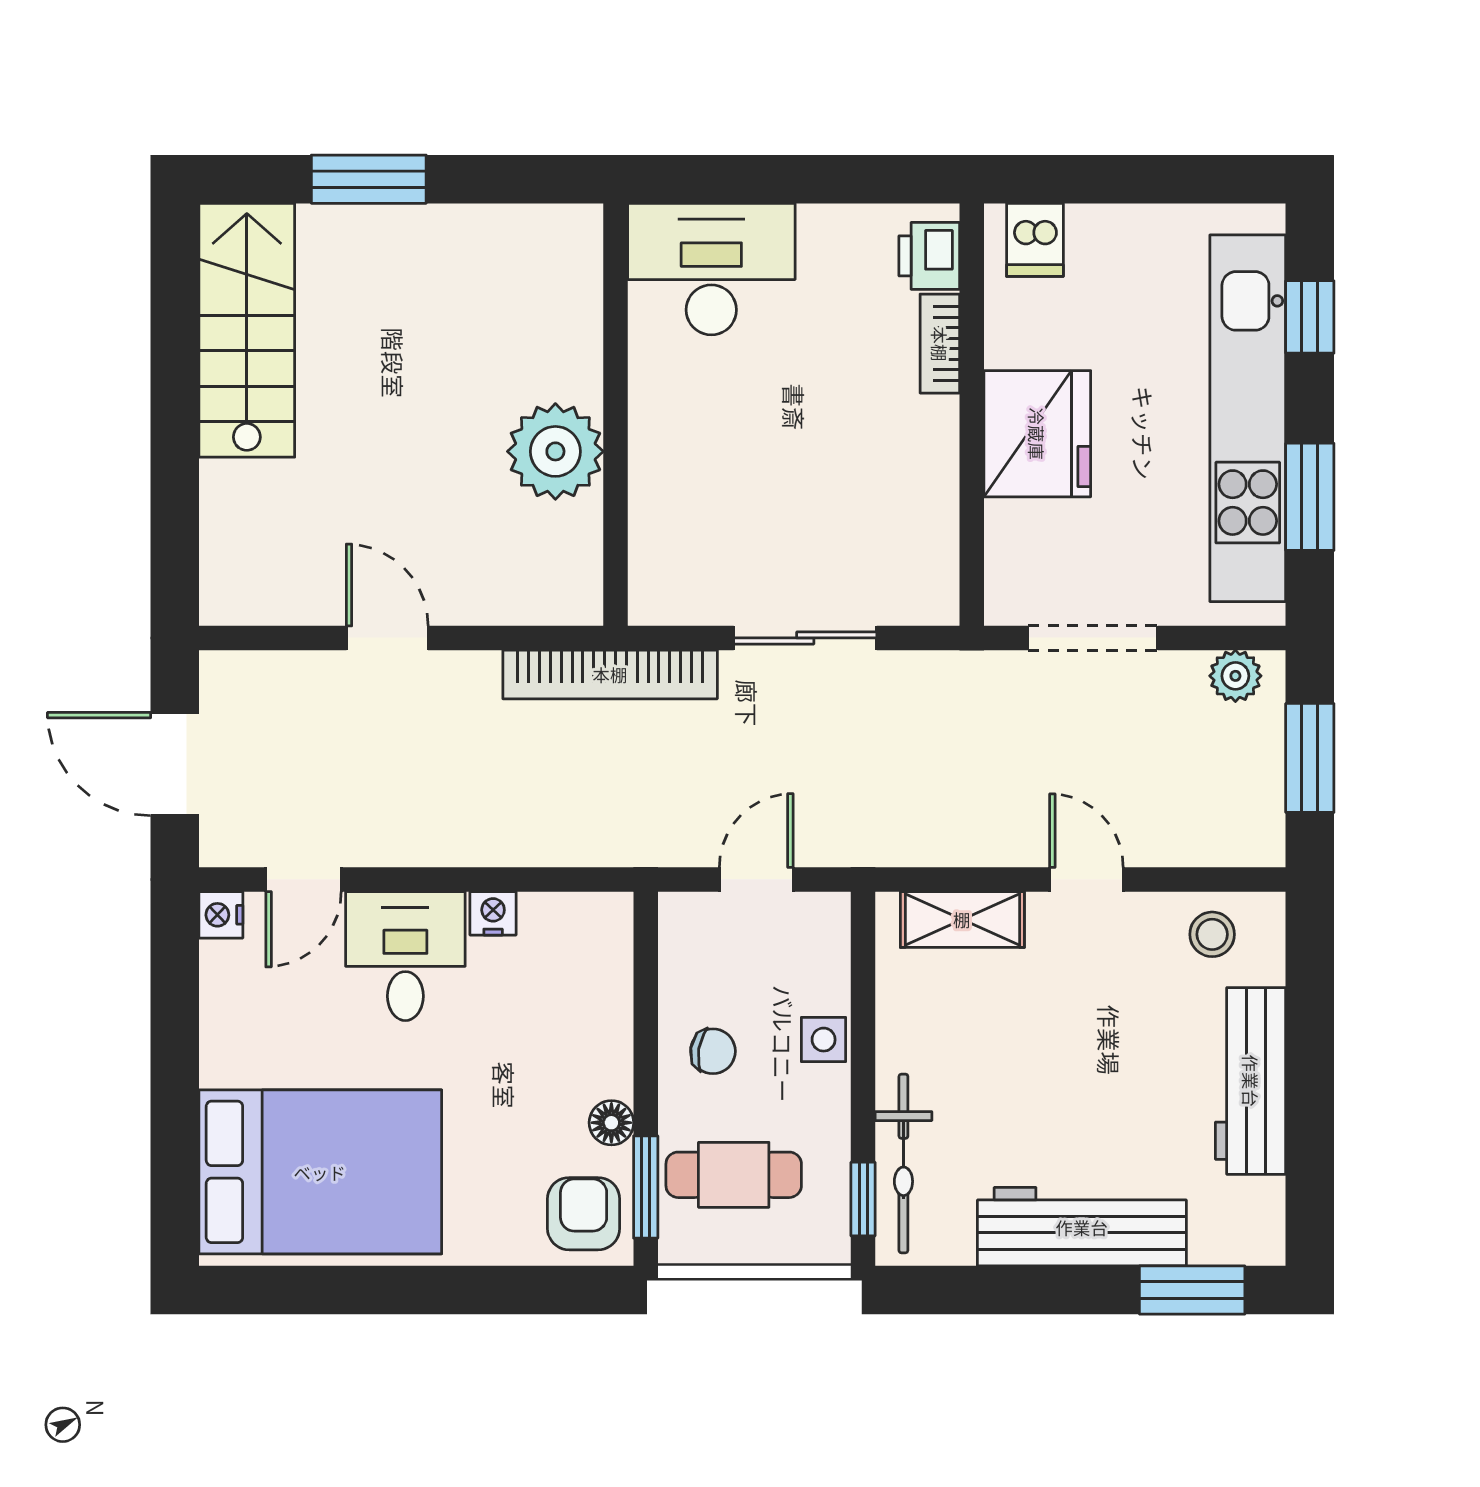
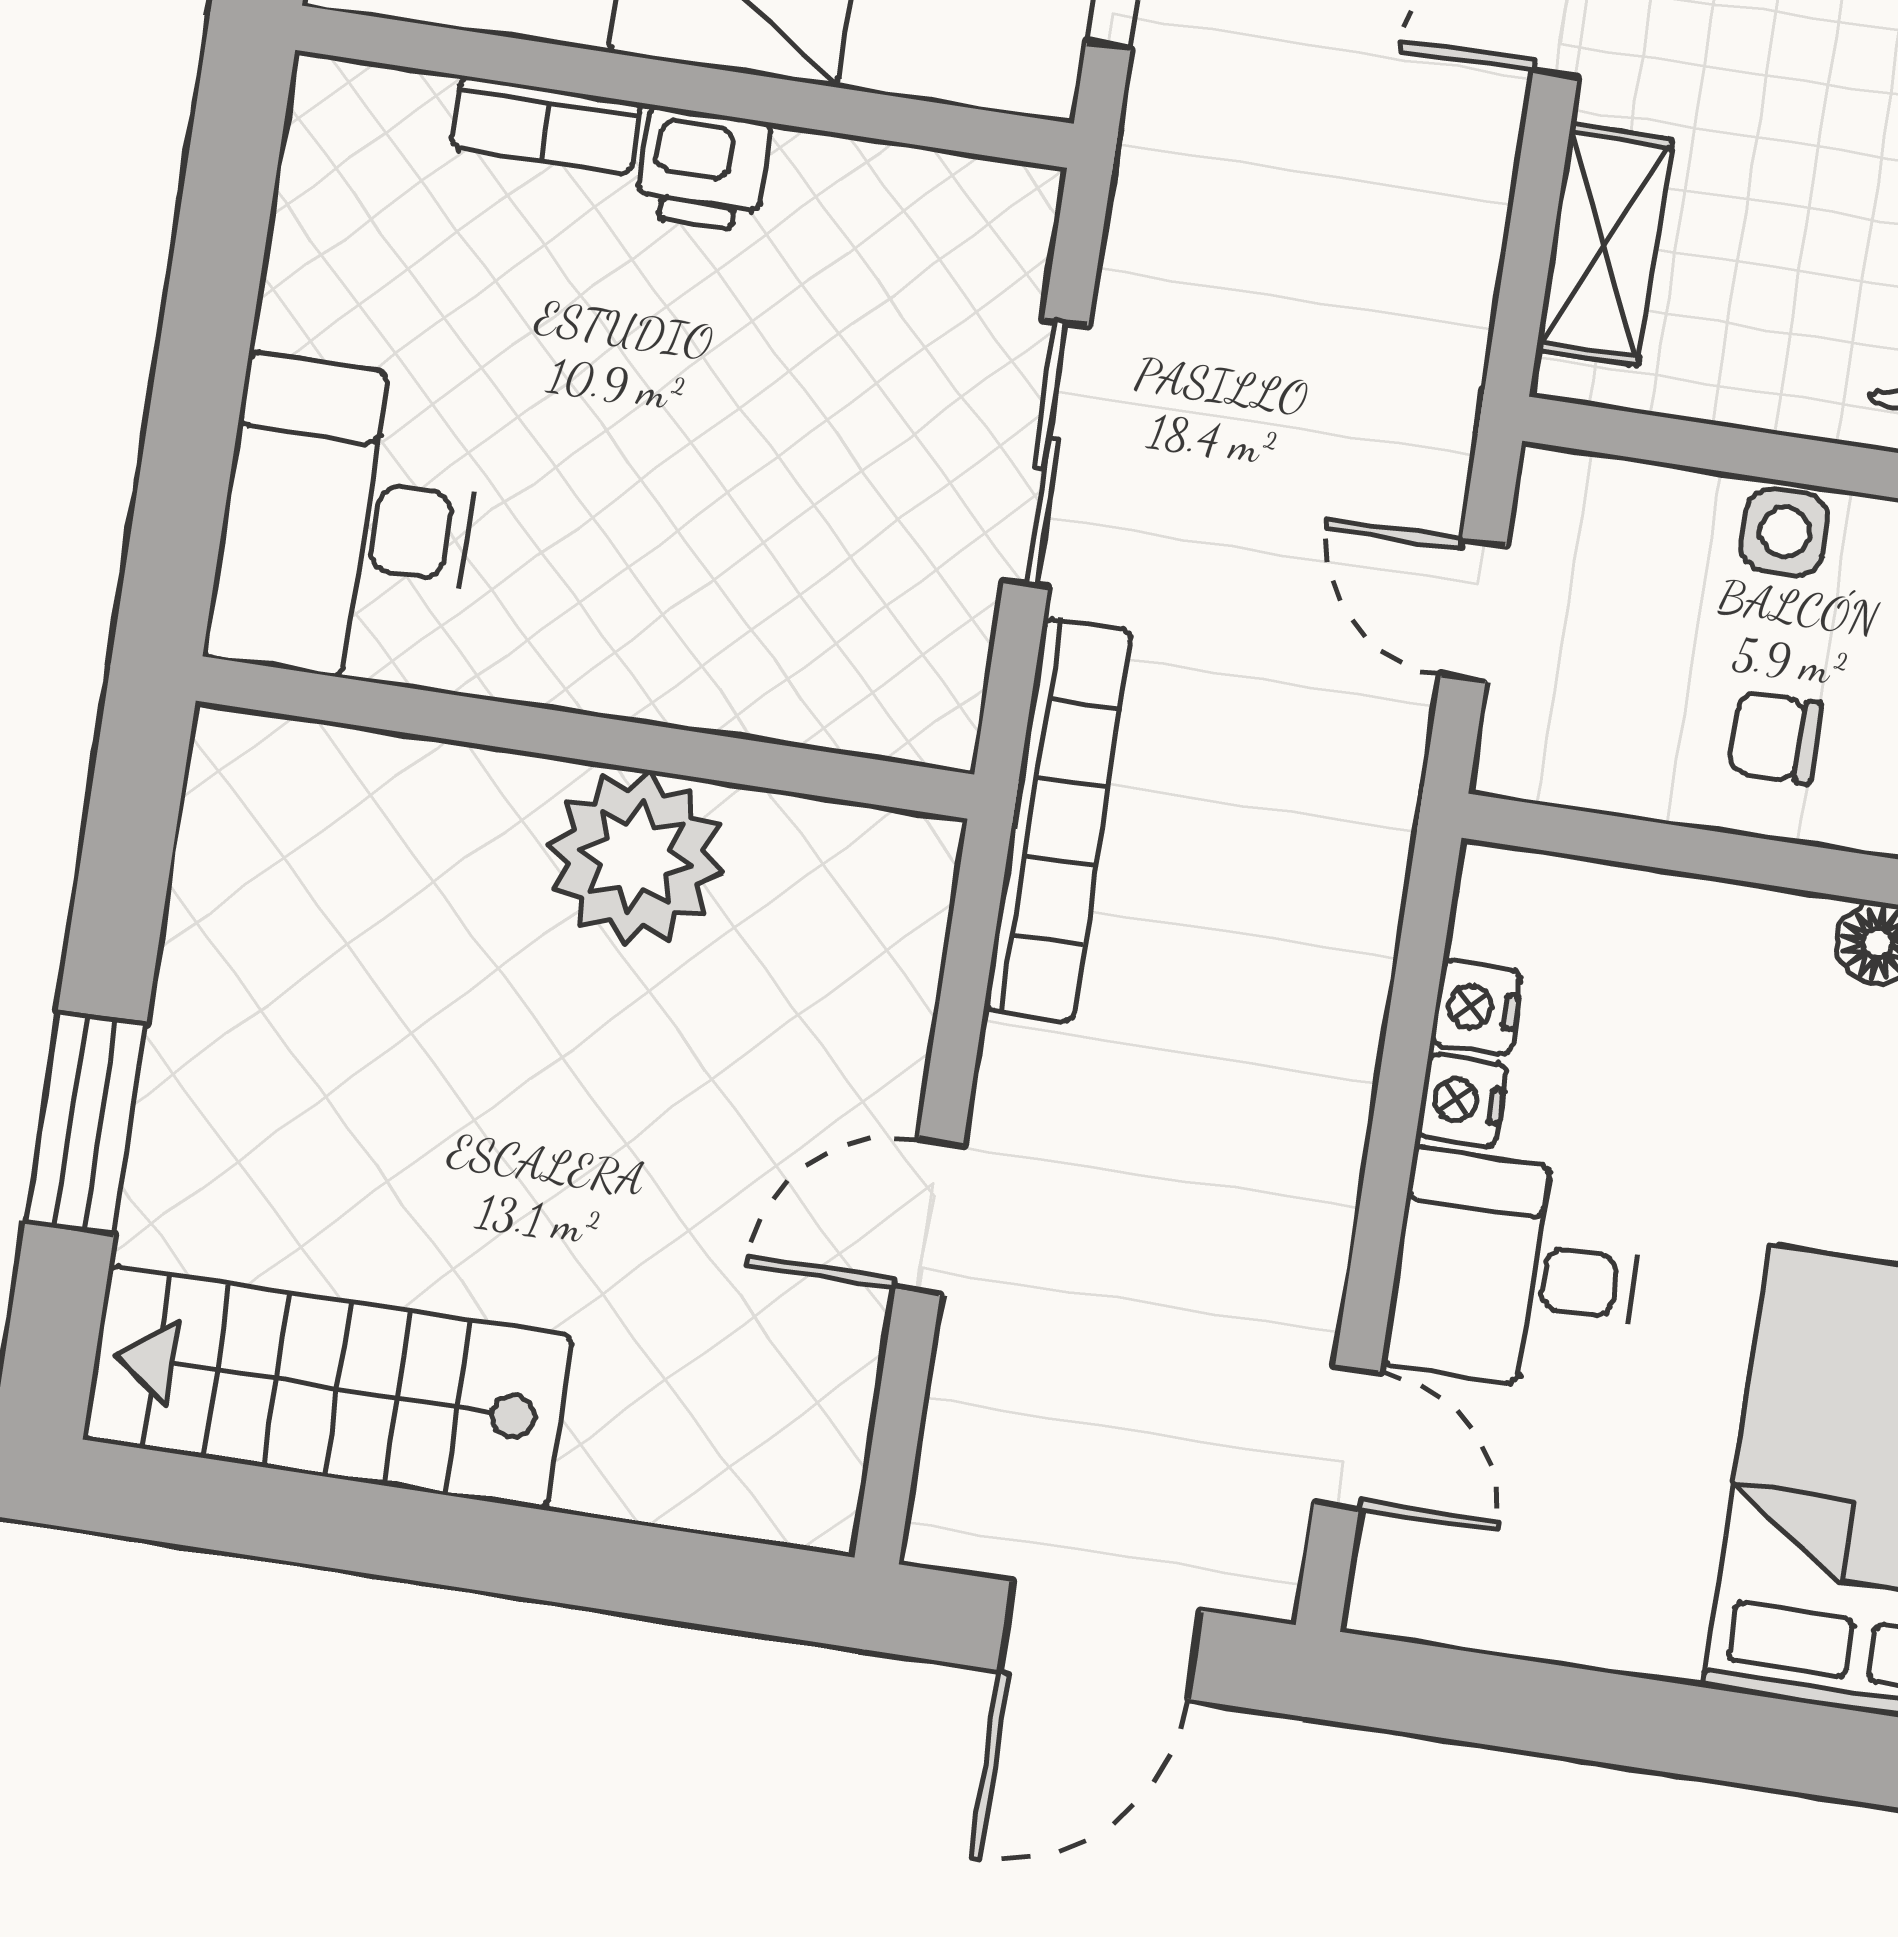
printer: (929, 256) -> (703, 169), moved
nightstand: (221, 915) -> (1476, 1007), moved, turned 90
chair: (713, 1051) -> (1775, 738), turned -99

